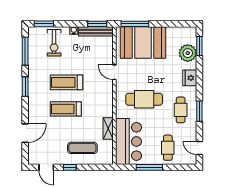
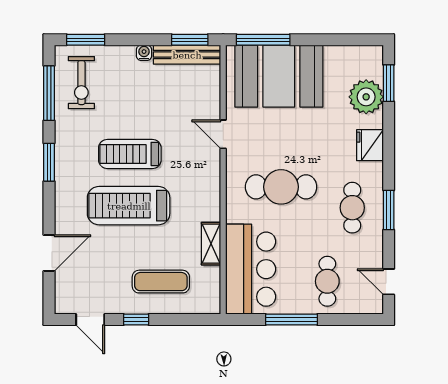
exercise bike: (54, 43) -> (81, 83), moved
treadmill: (66, 109) -> (129, 206), width x1.37, depth x1.38

